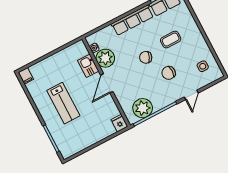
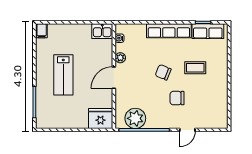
plant: (105, 58) -> (120, 58), width x0.53, depth x0.53
kitchen sink: (88, 66) -> (102, 31), moved, turned -90
side table: (203, 66) -> (212, 109), removed
fridge: (119, 123) -> (101, 119), width x1.88, depth x1.34

